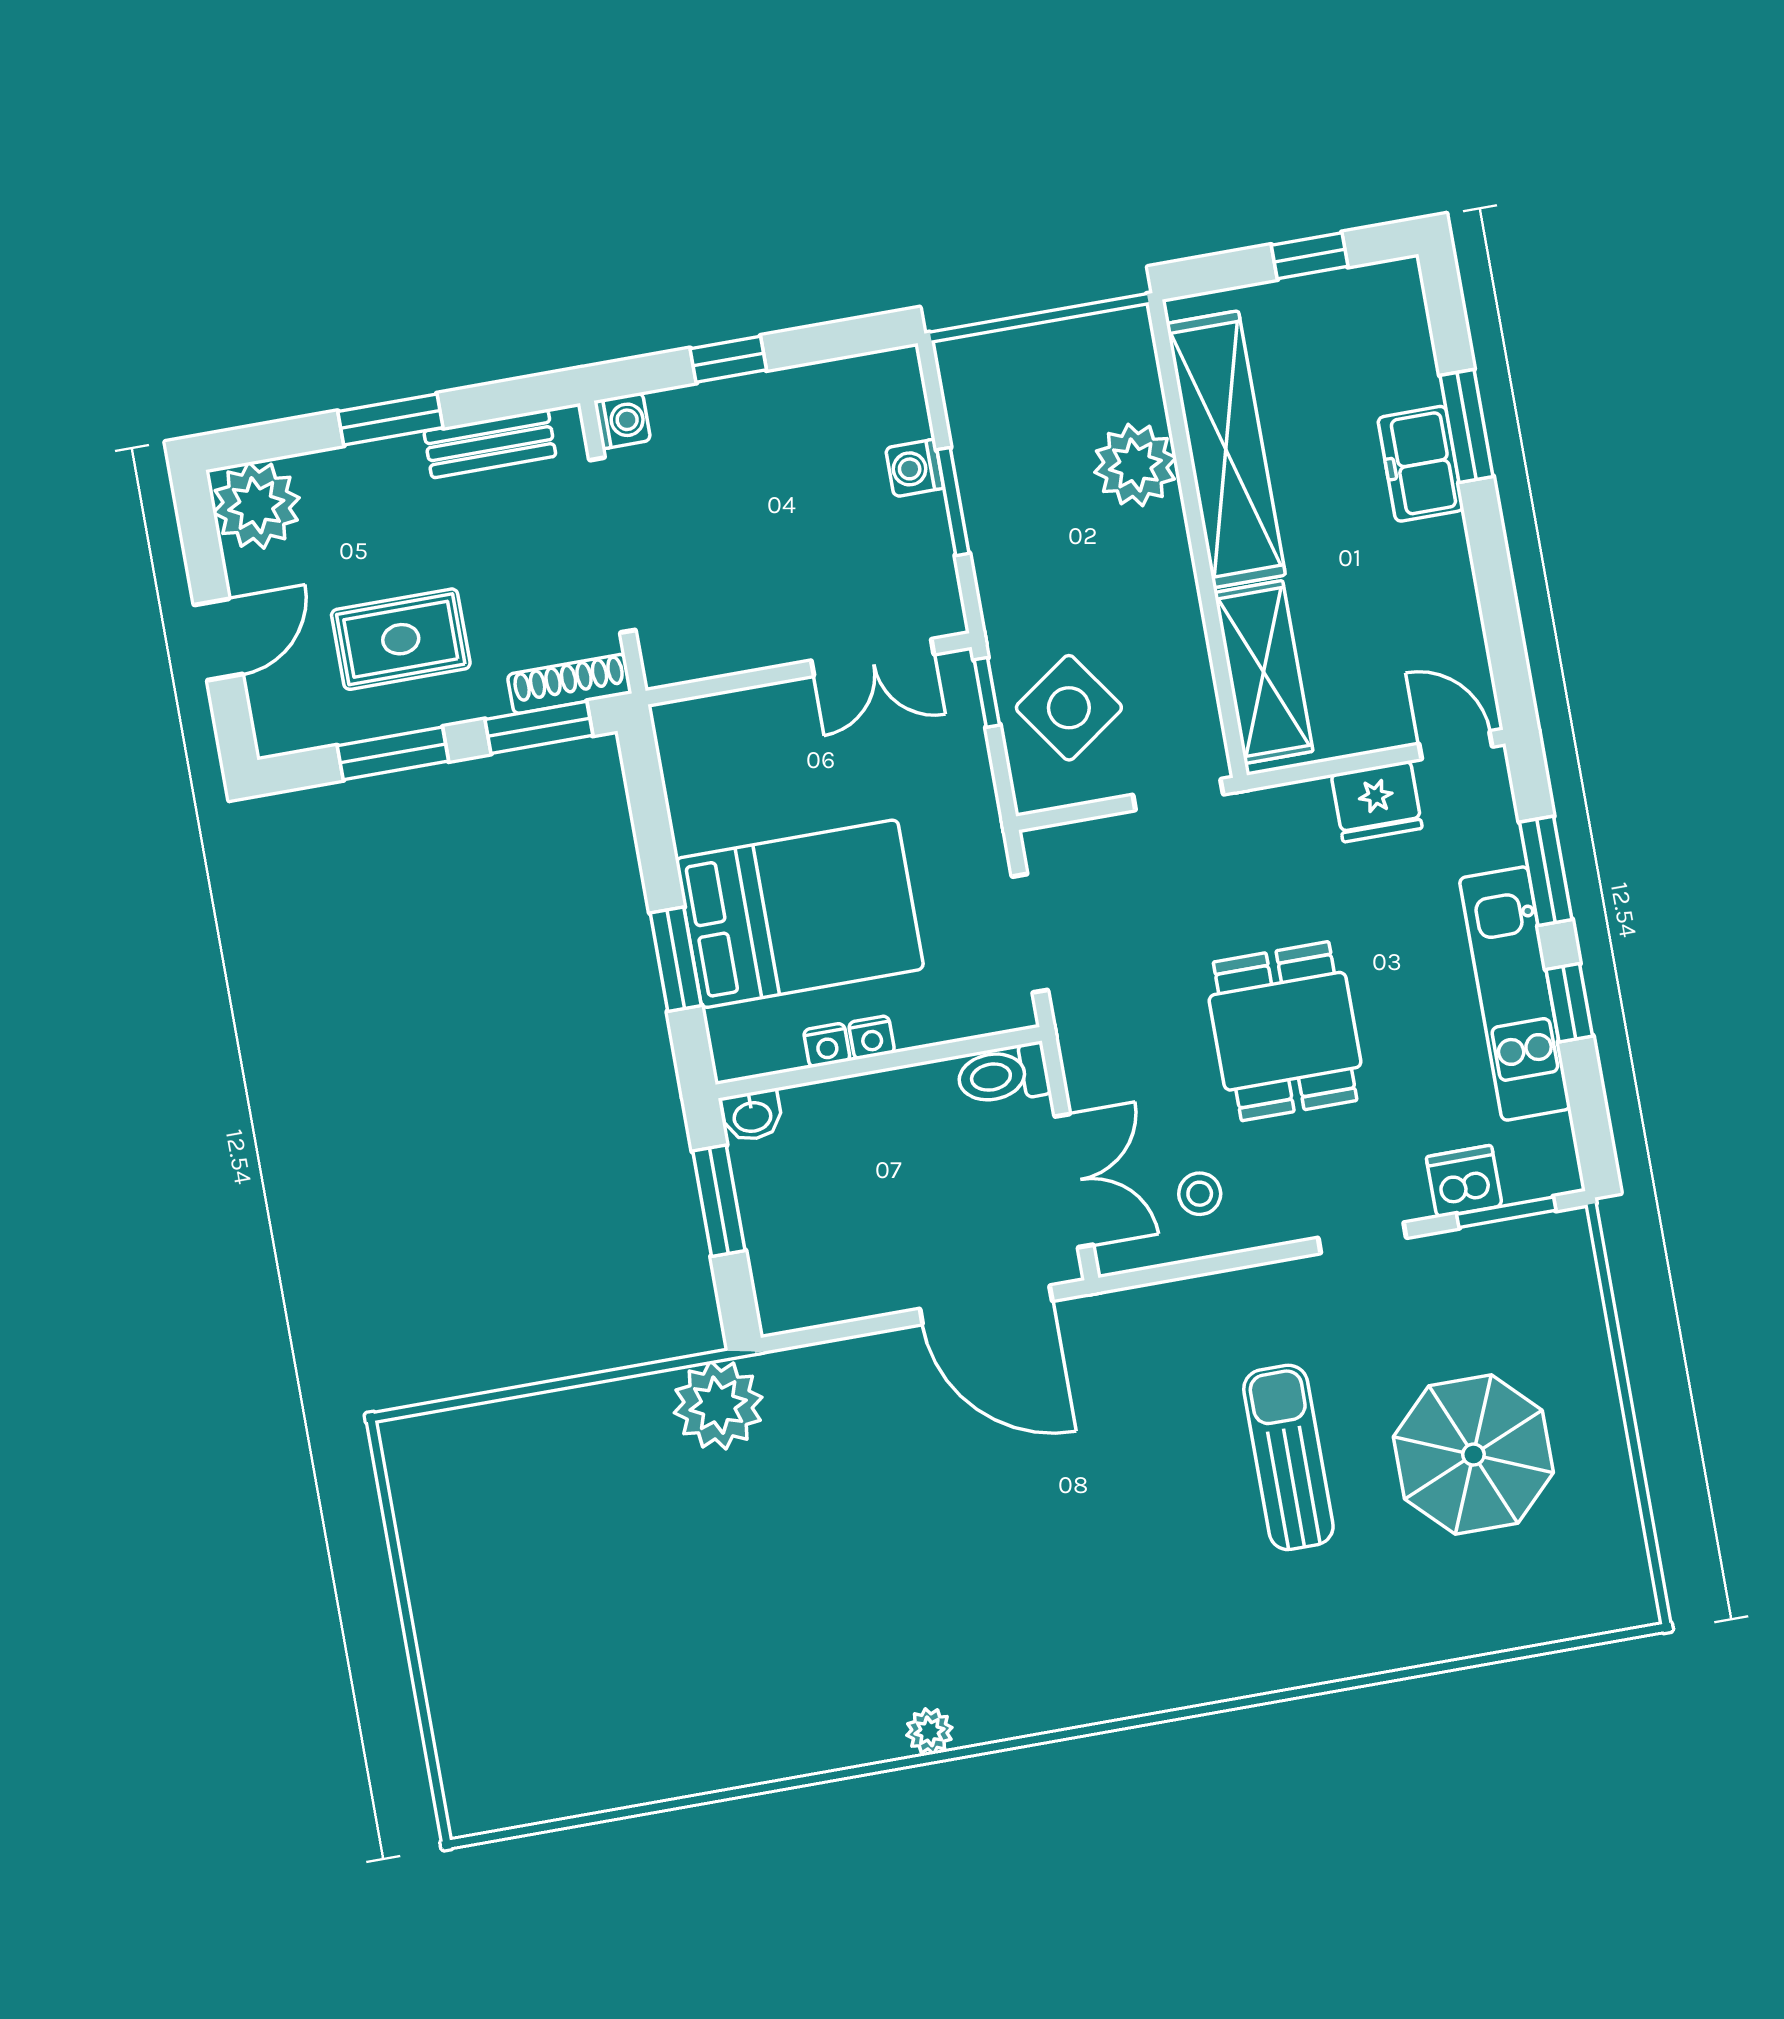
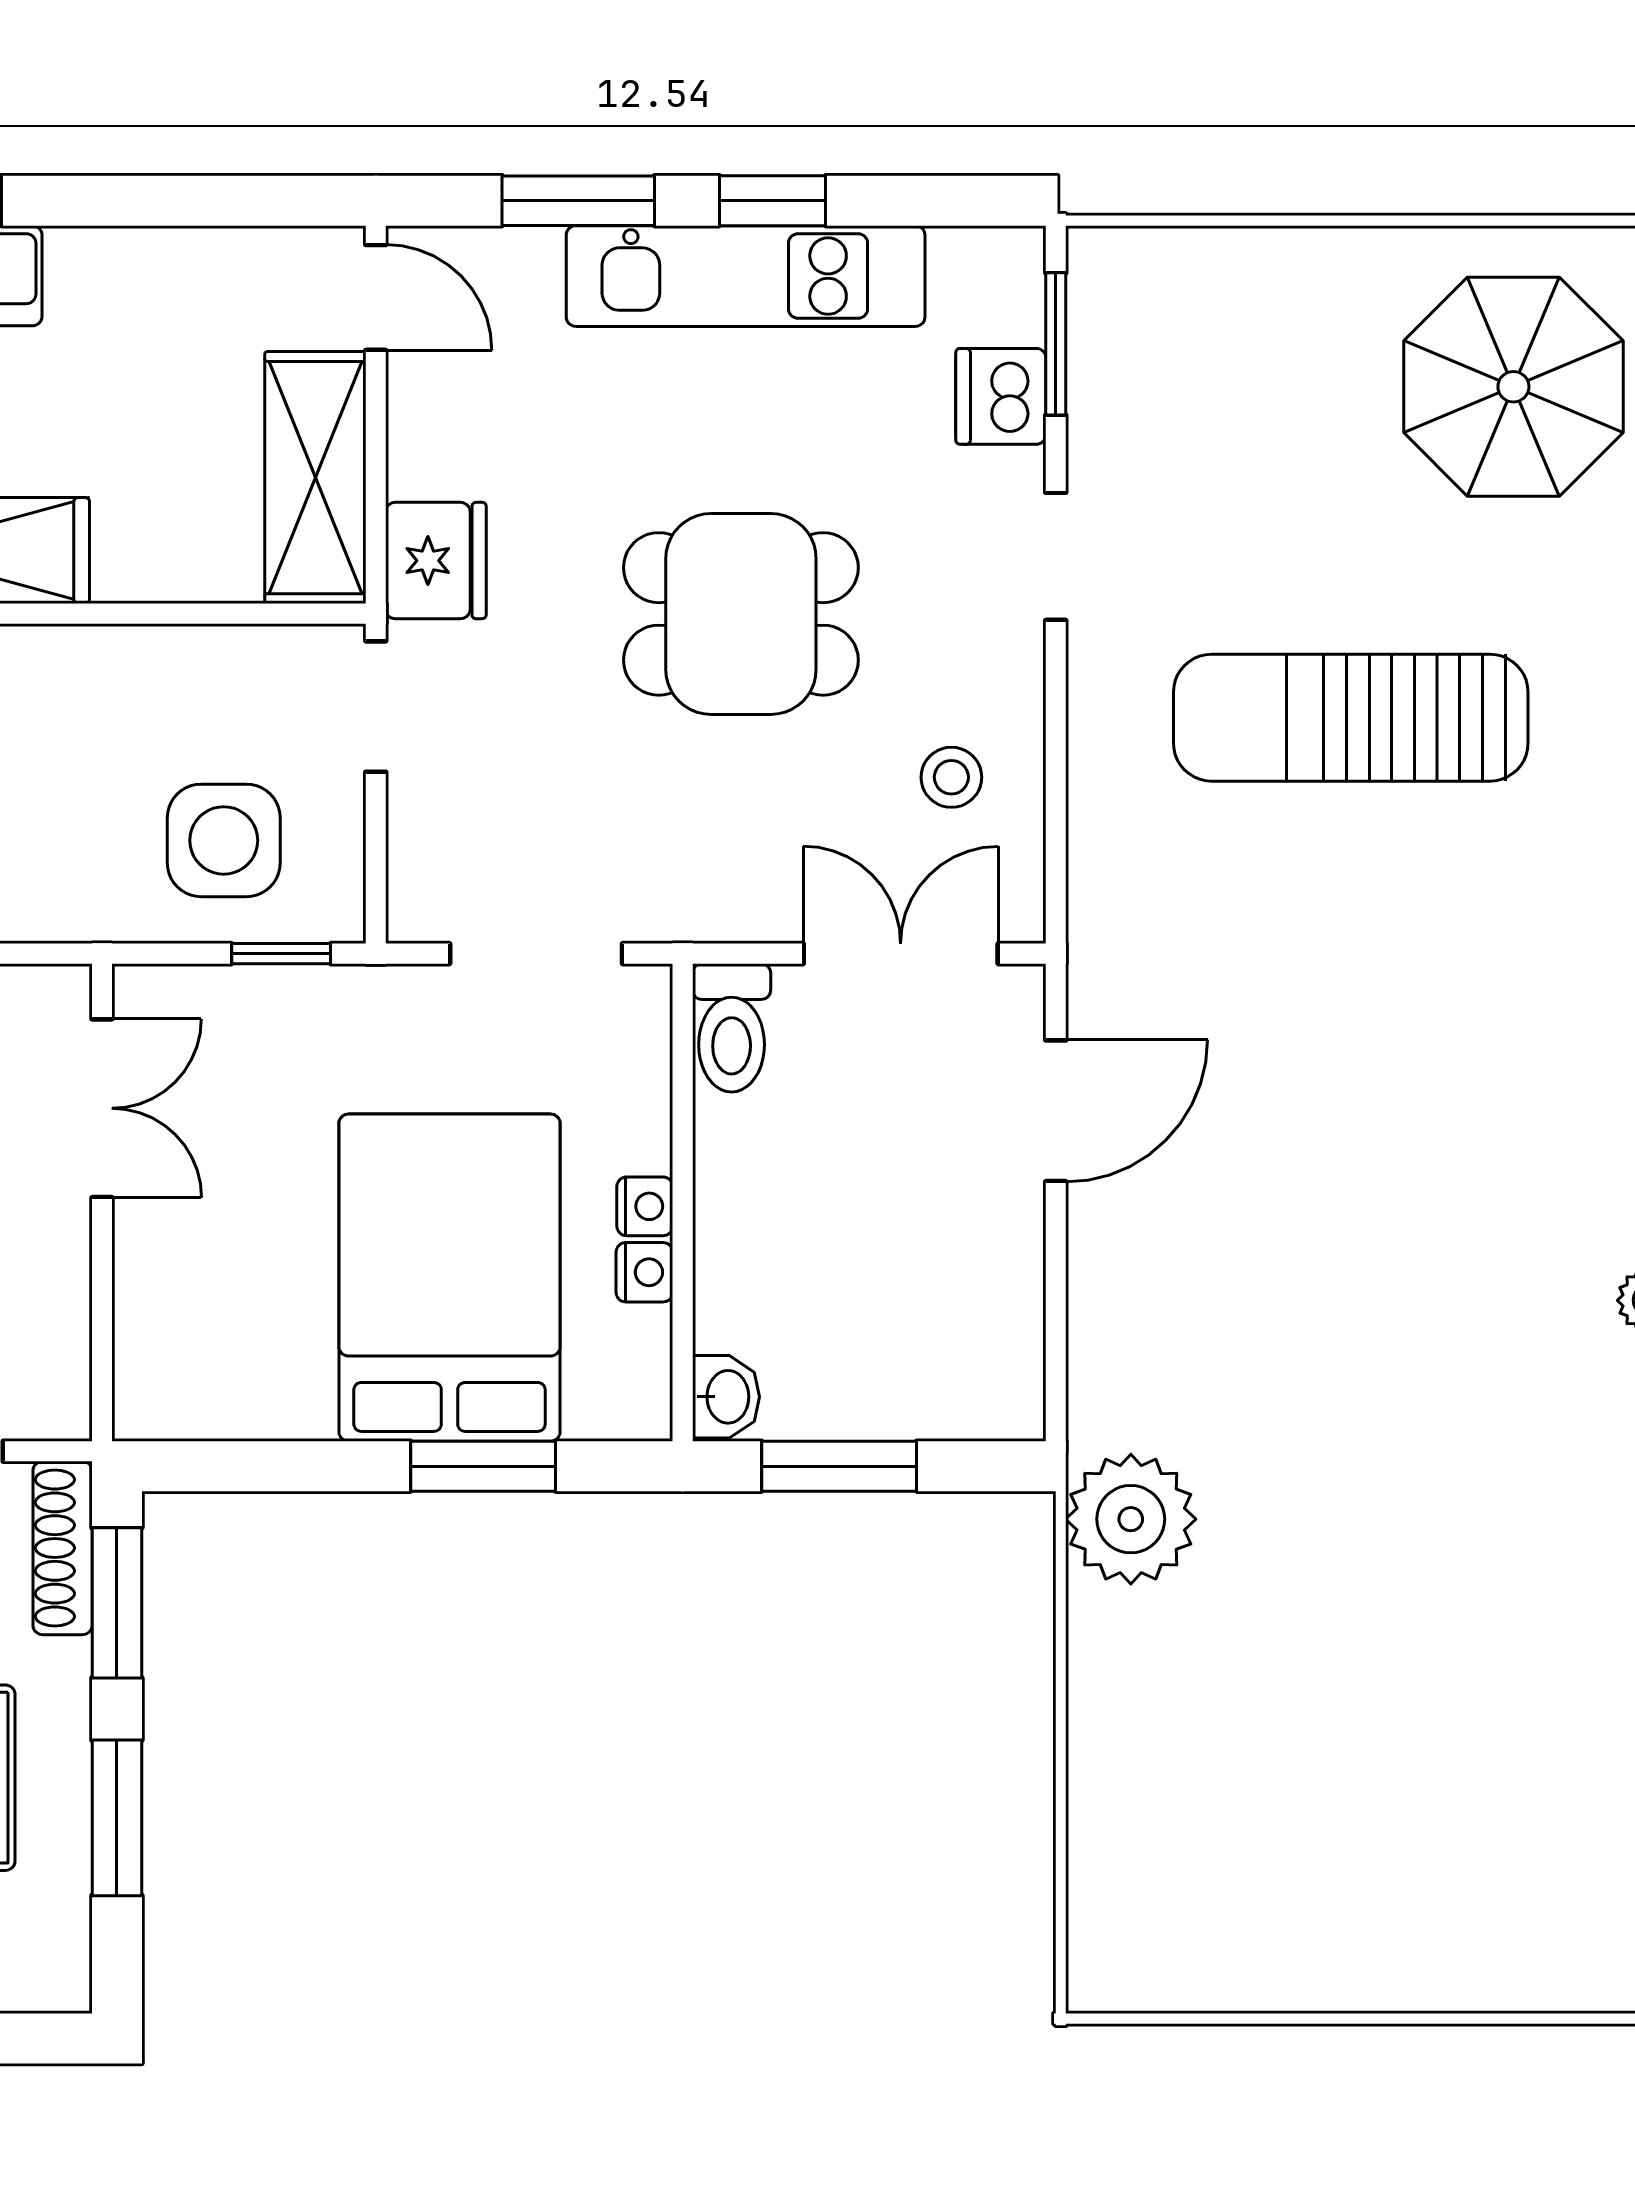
shelving: (1264, 672) -> (315, 478), moved, turned 90
window: (987, 692) -> (281, 954), moved
side table: (1069, 708) -> (224, 840), turned 35
door: (1456, 745) -> (376, 297), swing flipped
fridge: (1377, 801) -> (436, 561), moved
door: (986, 1305) -> (1056, 1111), width x0.73
parasol: (1473, 1455) -> (1513, 387), moved
sun lounger: (1288, 1457) -> (1351, 718), width x1.36, depth x1.34

